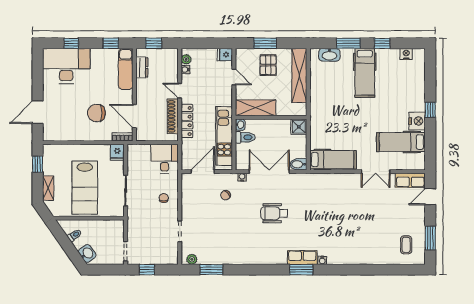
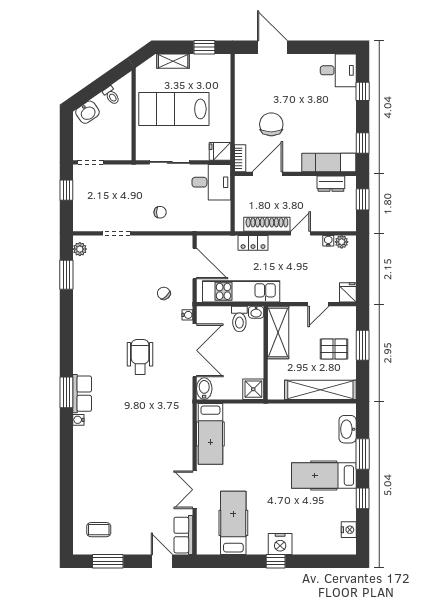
desk: (66, 66) -> (338, 70), width x0.53, depth x0.77
locker: (187, 121) -> (253, 243), width x0.66
nightstand: (417, 121) -> (280, 544), moved
desk: (165, 159) -> (211, 182), moved

